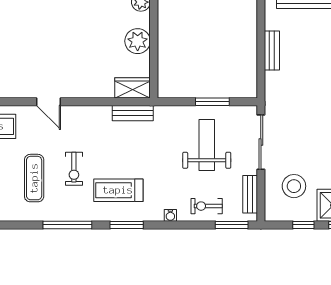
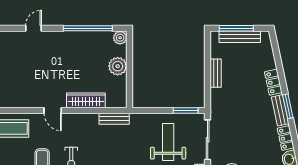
wardrobe: (133, 88) -> (86, 100), moved, width x1.50
window: (212, 102) -> (186, 110), moved

